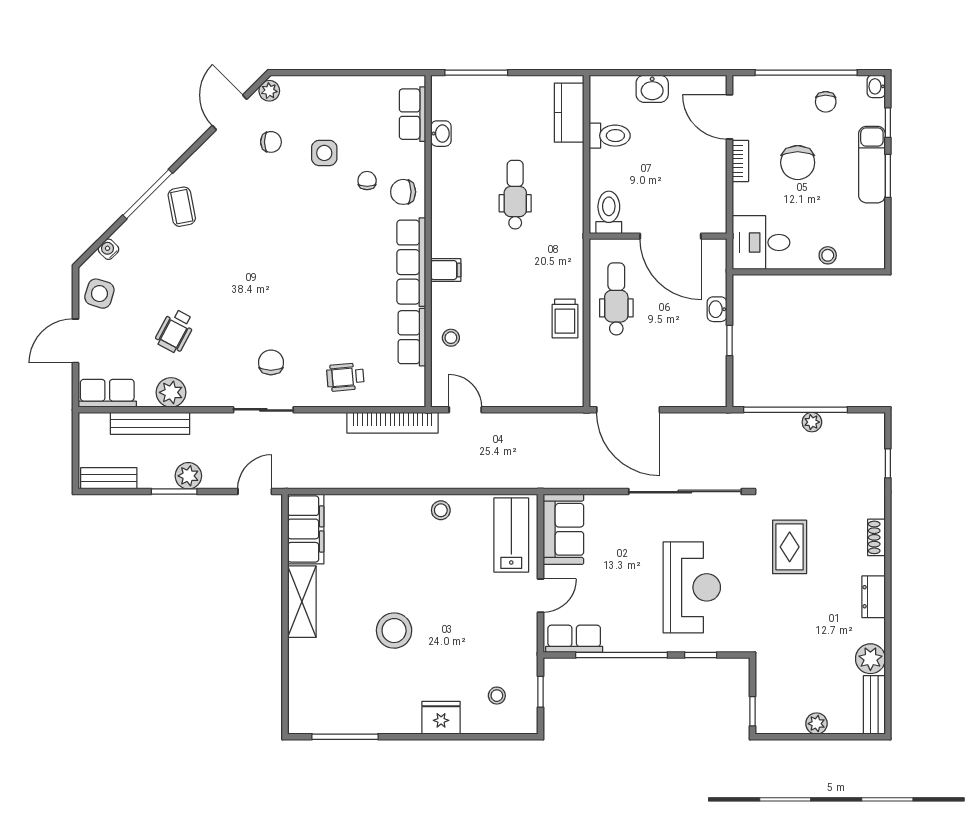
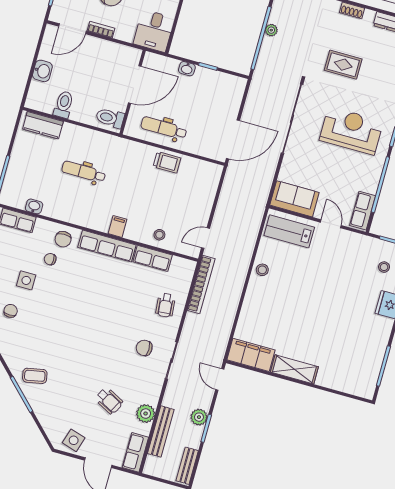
water cooler: (108, 249) -> (48, 427), removed
stool: (394, 631) -> (327, 318), removed

